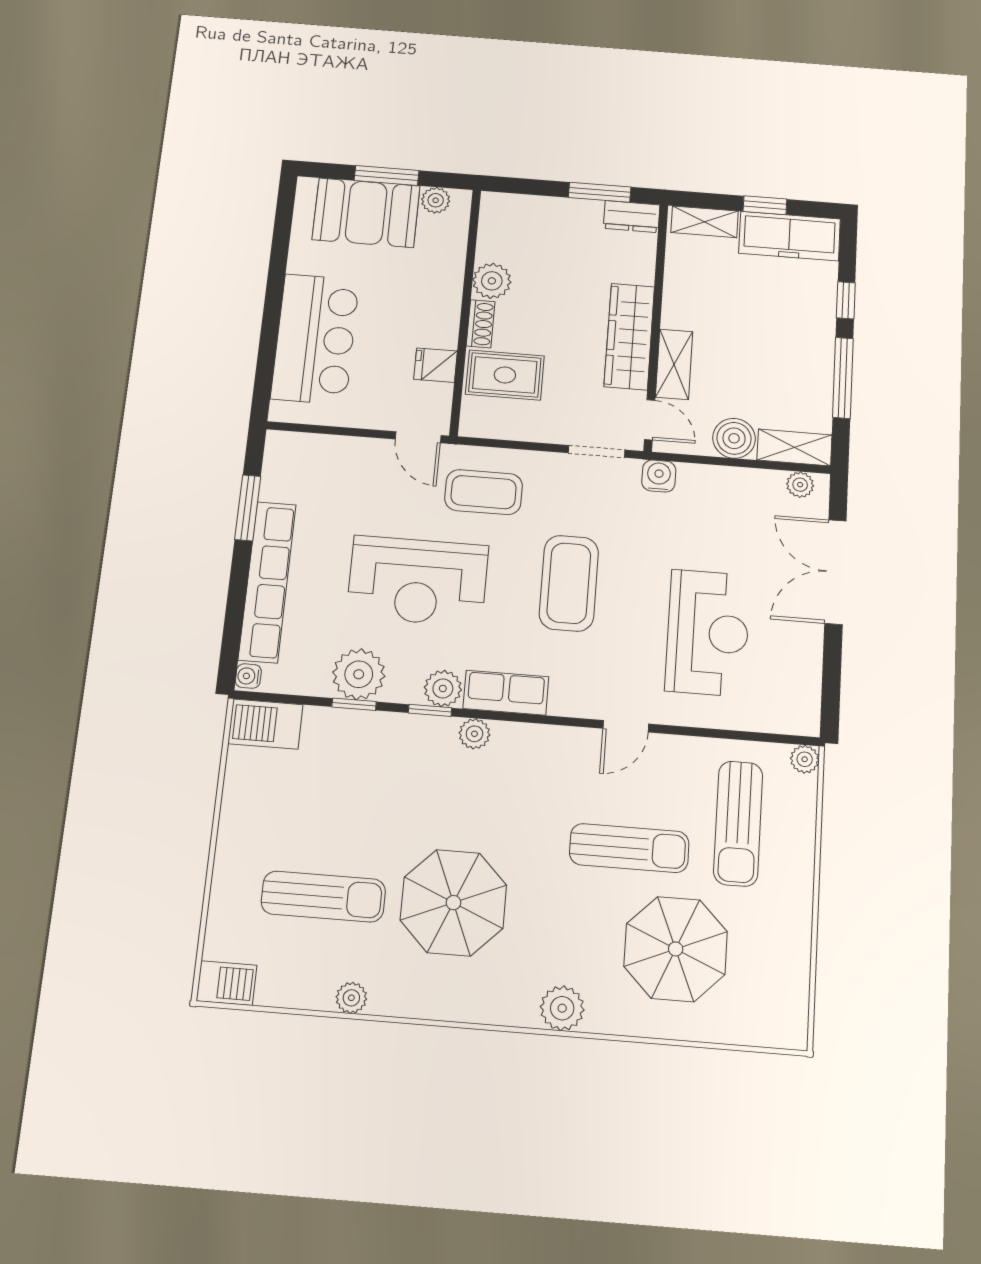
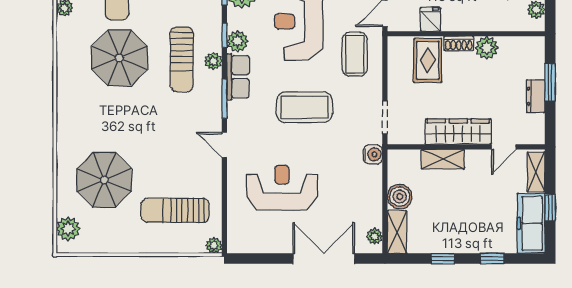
window: (600, 192) -> (550, 82), moved
dresser: (632, 217) -> (536, 96), moved
window: (843, 378) -> (443, 259), width x0.46
door: (650, 420) -> (504, 147), moved
reception desk: (708, 633) -> (282, 188), turned 180
window: (543, 720) -> (224, 99), added
sun lounger: (629, 848) -> (182, 59), moved
plant: (562, 1008) -> (68, 229), moved

